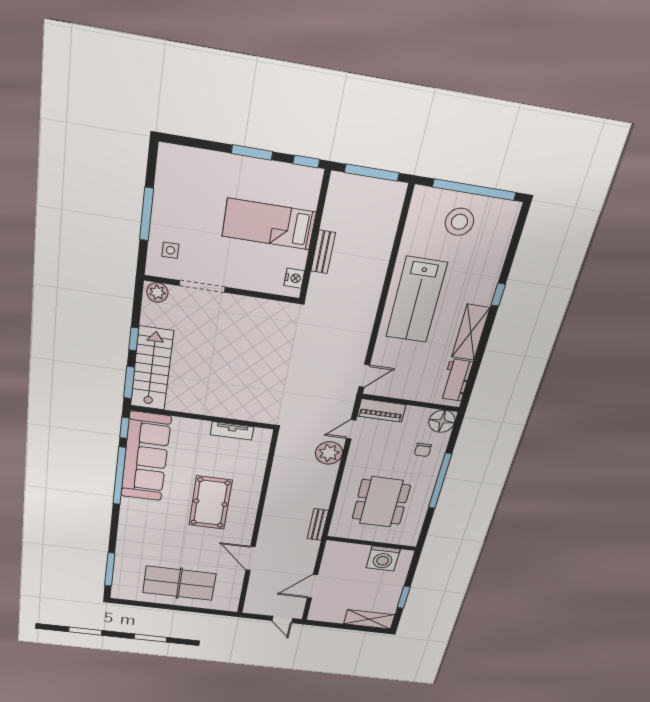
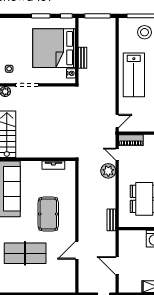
bed: (269, 224) -> (54, 48), width x2.04
door: (351, 429) -> (117, 154), hinge flipped
door: (251, 558) -> (77, 250), hinge flipped
table tennis table: (179, 583) -> (25, 253), moved
door: (312, 586) -> (117, 266), hinge flipped

